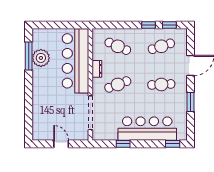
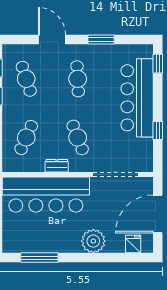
plant: (41, 58) -> (93, 241), moved
fridge: (39, 126) -> (133, 244), added
door: (61, 144) -> (158, 214), width x1.88

